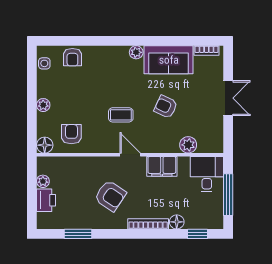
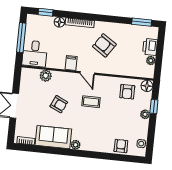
window: (32, 117) -> (154, 106), added
filing cabinet: (162, 166) -> (71, 63), width x0.50
window: (78, 234) -> (142, 22), moved

